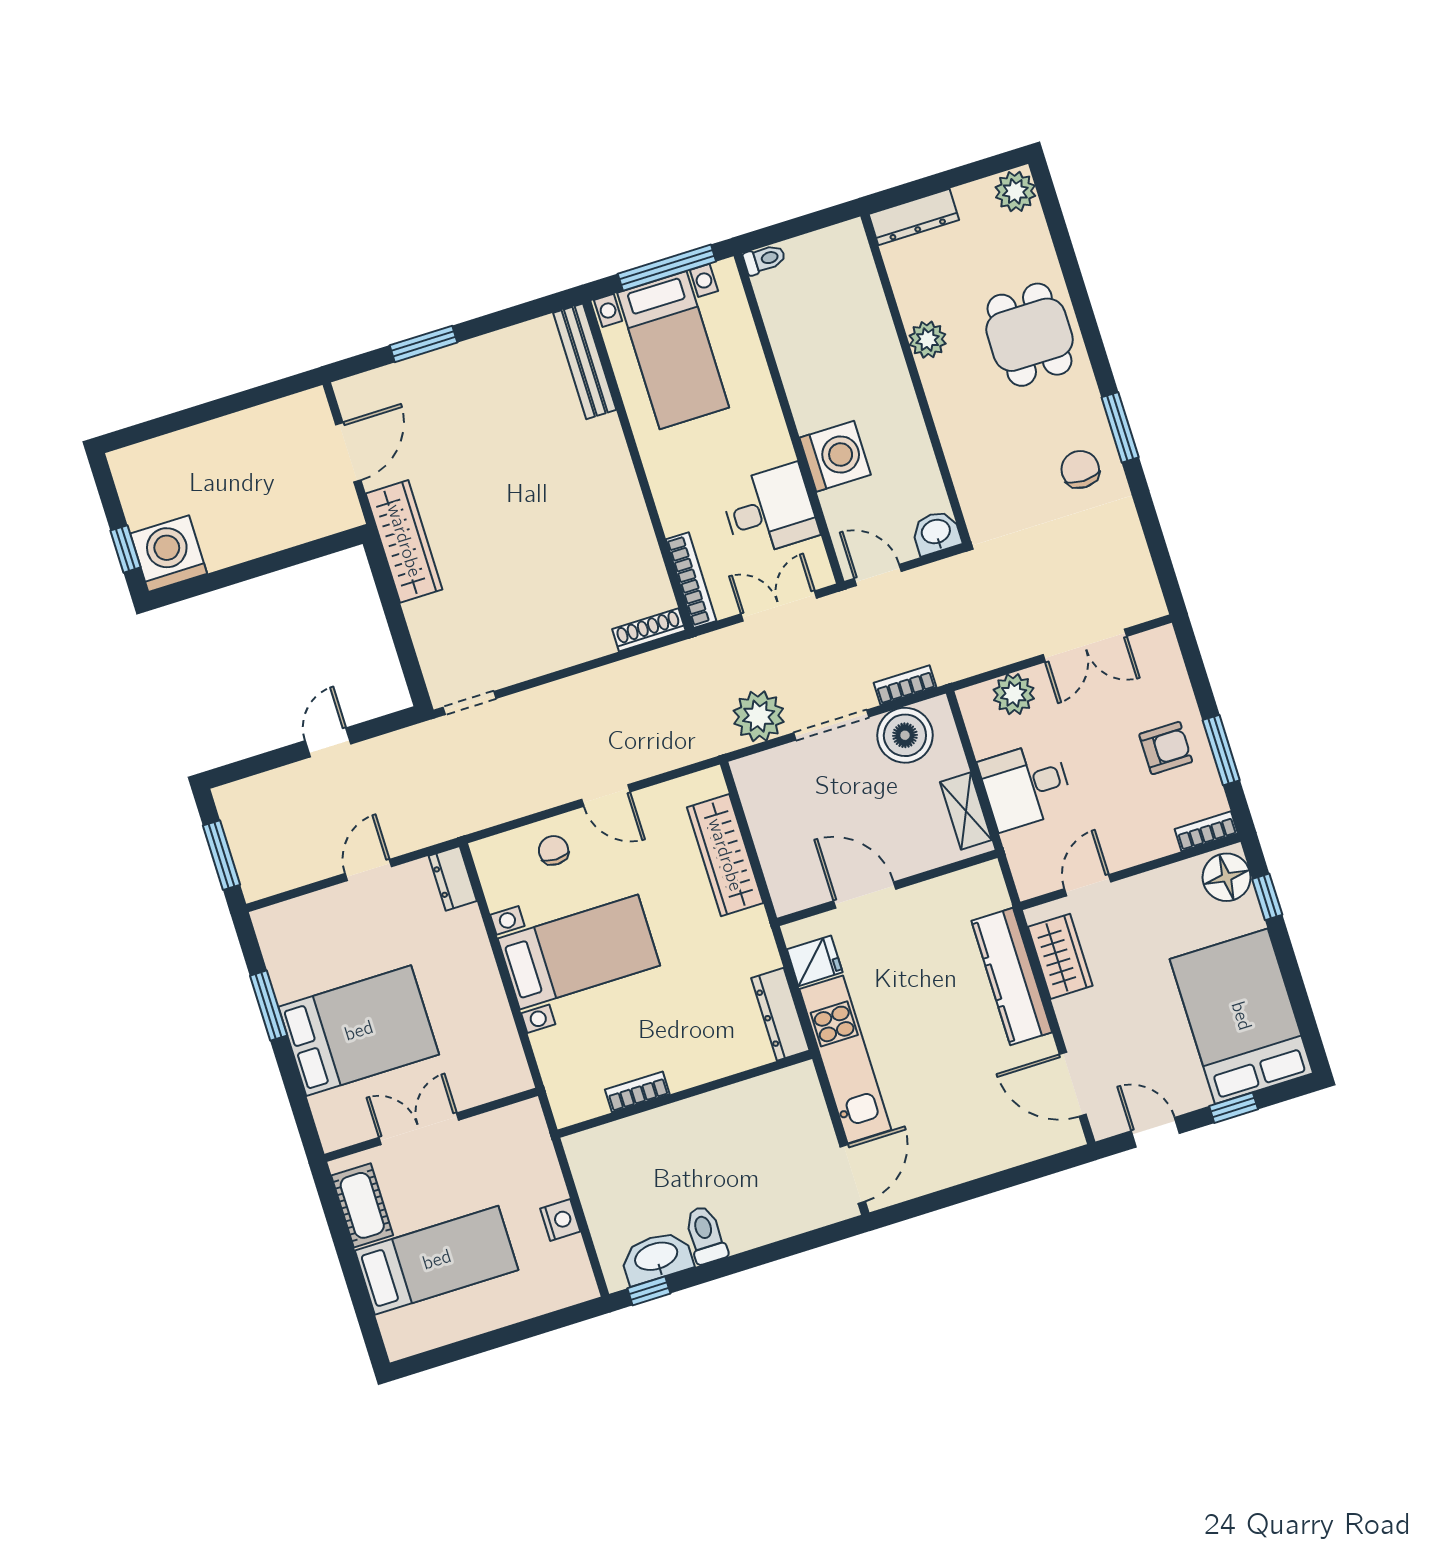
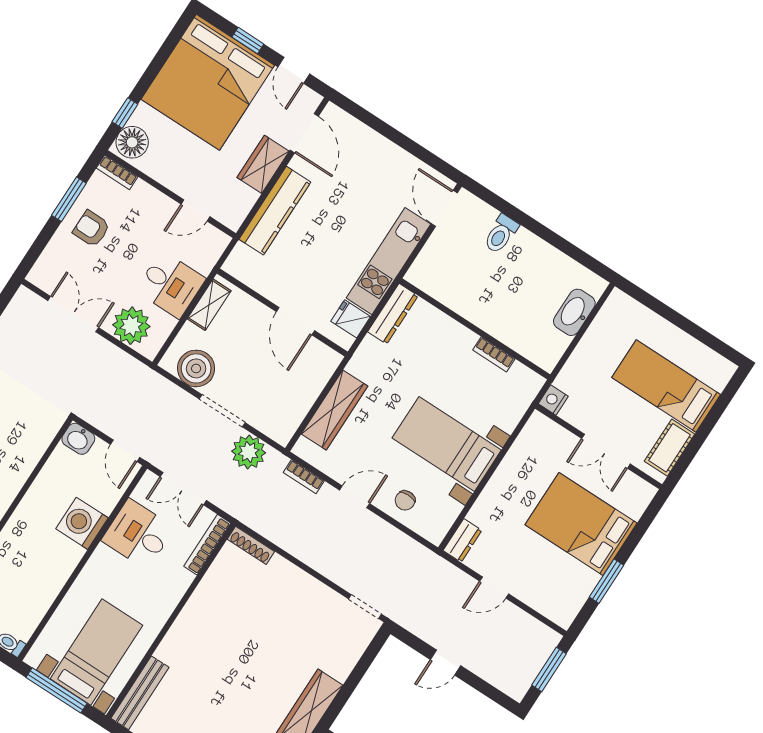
bookcase: (905, 685) -> (304, 477), moved
plant: (1014, 694) -> (131, 326), width x1.36, depth x1.36
door: (606, 796) -> (355, 497), hinge flipped
wardrobe: (1060, 956) -> (263, 164), moved
bed: (1241, 1016) -> (208, 82), width x1.36
door: (853, 1174) -> (444, 208), hinge flipped
nightstand: (560, 1220) -> (553, 400), moved
toilet: (705, 1235) -> (501, 234), moved
washbasin: (657, 1257) -> (574, 312), moved, turned 90
window: (649, 1291) -> (591, 264), removed

